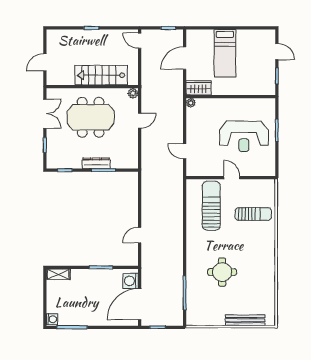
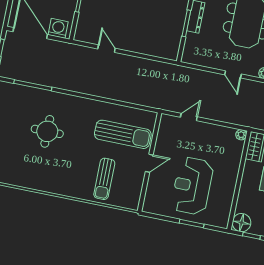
floor lamp: (267, 87) -> (242, 223), added

